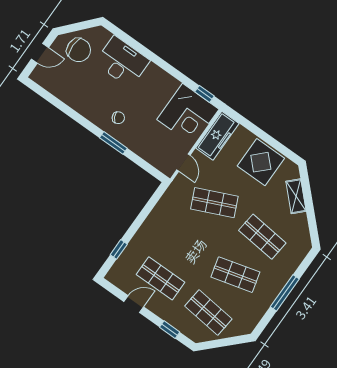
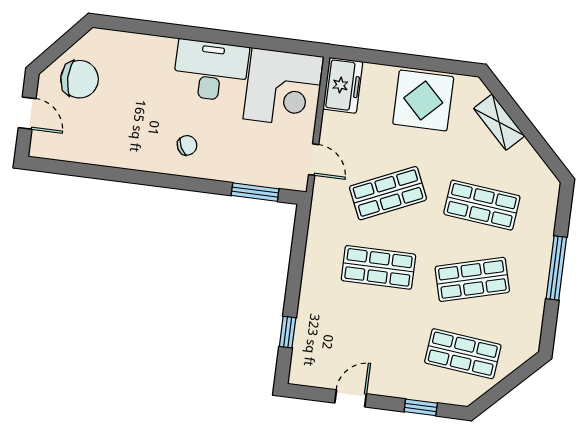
door: (40, 53) -> (27, 113), hinge flipped
desk: (122, 62) -> (211, 71), moved
window: (205, 94) -> (292, 46), removed
freezer: (217, 136) -> (343, 85), width x0.71
window: (113, 143) -> (255, 192), moved
shop shelf: (160, 278) -> (378, 267), moved

